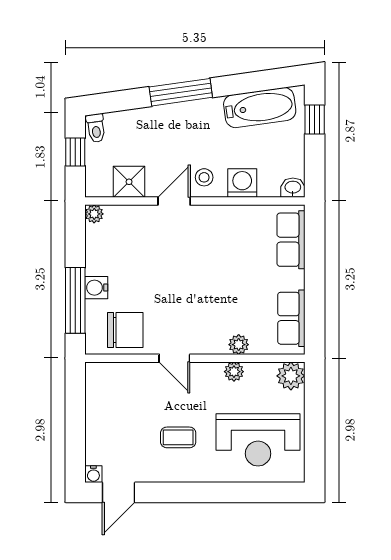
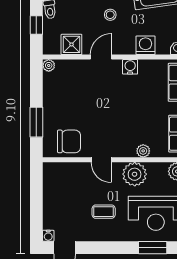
stool: (204, 177) -> (110, 15), moved
water cooler: (96, 288) -> (130, 67), moved, turned 90
window: (75, 300) -> (36, 122), width x0.69
plant: (234, 372) -> (135, 174), width x1.87, depth x1.87
window: (253, 492) -> (153, 248), added

